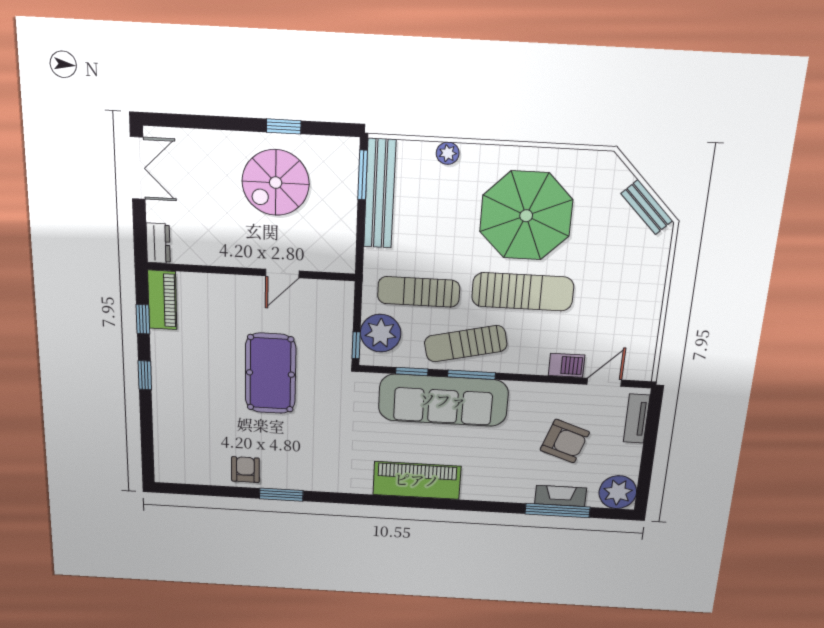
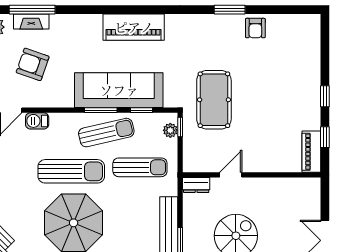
dresser: (158, 243) -> (196, 185), moved, turned -90
sun lounger: (523, 292) -> (71, 171), turned 180
plant: (381, 333) -> (170, 130), width x0.53, depth x0.53
pool table: (270, 374) -> (214, 100), moved

